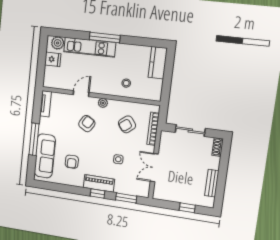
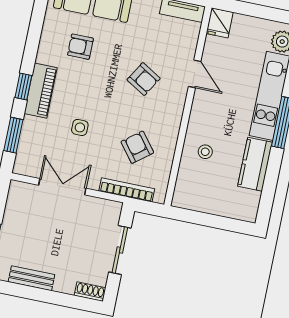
fridge: (53, 59) -> (220, 23), moved
kitchen counter: (158, 63) -> (255, 164), moved, turned -90
plant: (103, 103) -> (176, 110), removed

